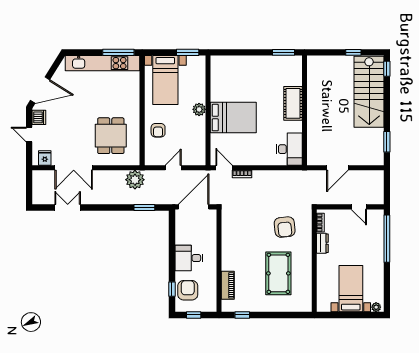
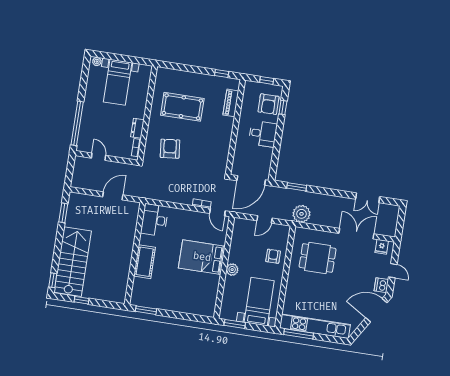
dining table: (111, 136) -> (318, 258), turned 90
pool table: (278, 273) -> (182, 107), turned 90

